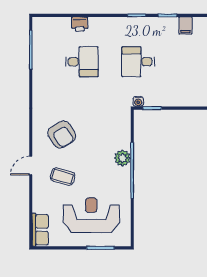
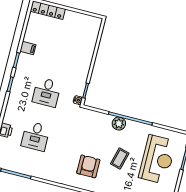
desk: (82, 62) -> (36, 136), turned 180
armchair: (62, 134) -> (88, 166), turned -58
coffee table: (63, 177) -> (120, 158), moved
reception desk: (91, 215) -> (157, 159), turned 180

